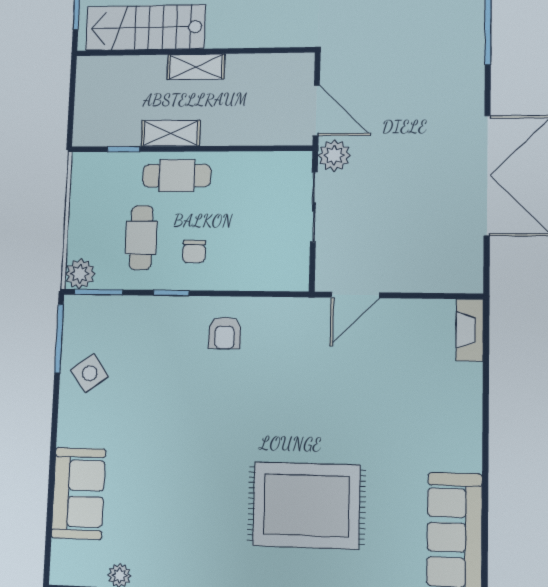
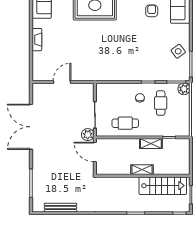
cafe table: (177, 176) -> (125, 123), moved
door: (355, 295) -> (62, 82), moved
fireplace: (470, 330) -> (37, 40), moved
armchair: (225, 333) -> (152, 11), moved

